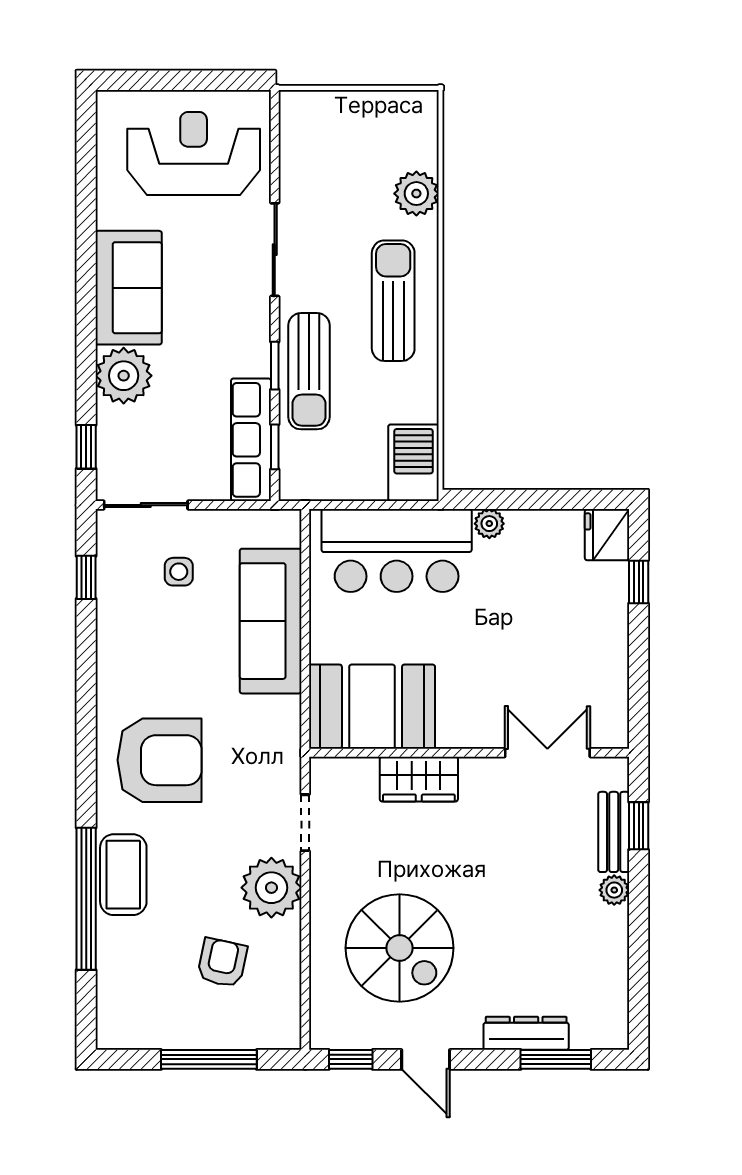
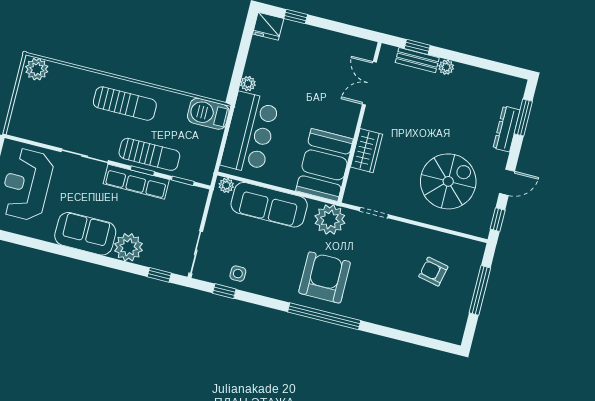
plant: (416, 194) -> (37, 69), moved
sun lounger: (393, 301) -> (125, 104), turned 180
row of seats: (251, 440) -> (136, 182), moved
plant: (287, 531) -> (226, 185), added
side table: (179, 572) -> (238, 274), moved
coffee table: (123, 875) -> (377, 310), removed
plant: (271, 888) -> (330, 220), moved
window: (86, 899) -> (324, 316), moved

